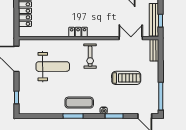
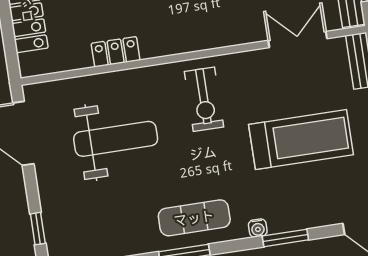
locker: (78, 32) -> (116, 52), moved
treadmill: (126, 78) -> (301, 140), width x1.37, depth x1.38

